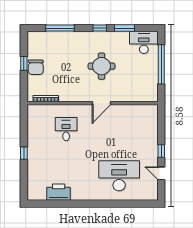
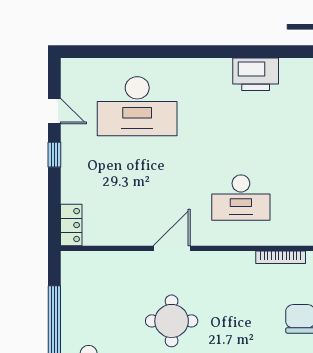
locker: (153, 115) -> (71, 225), added
desk: (66, 129) -> (241, 198), width x1.37

